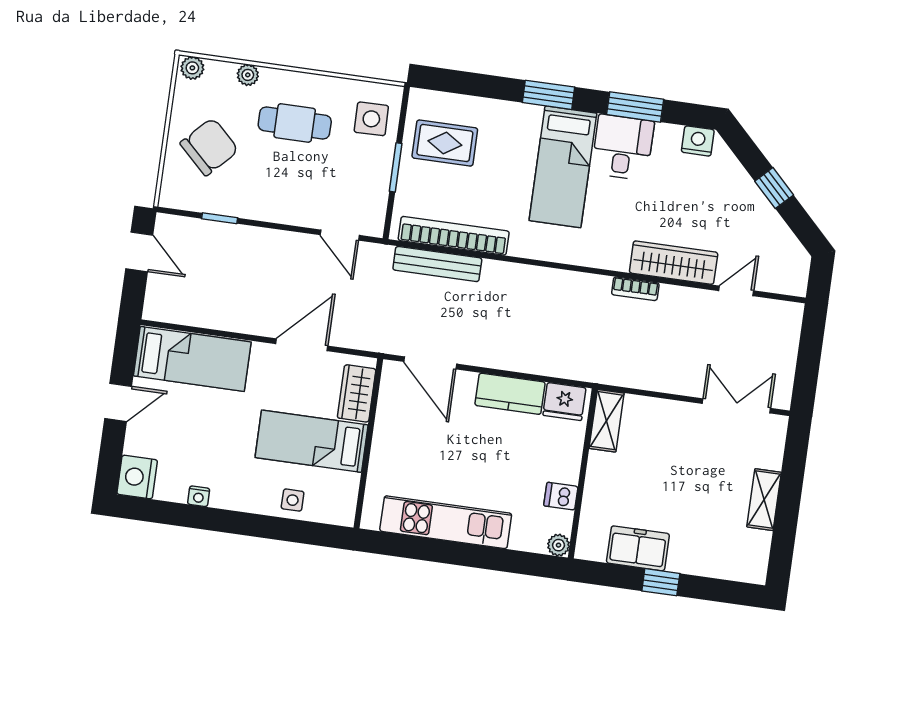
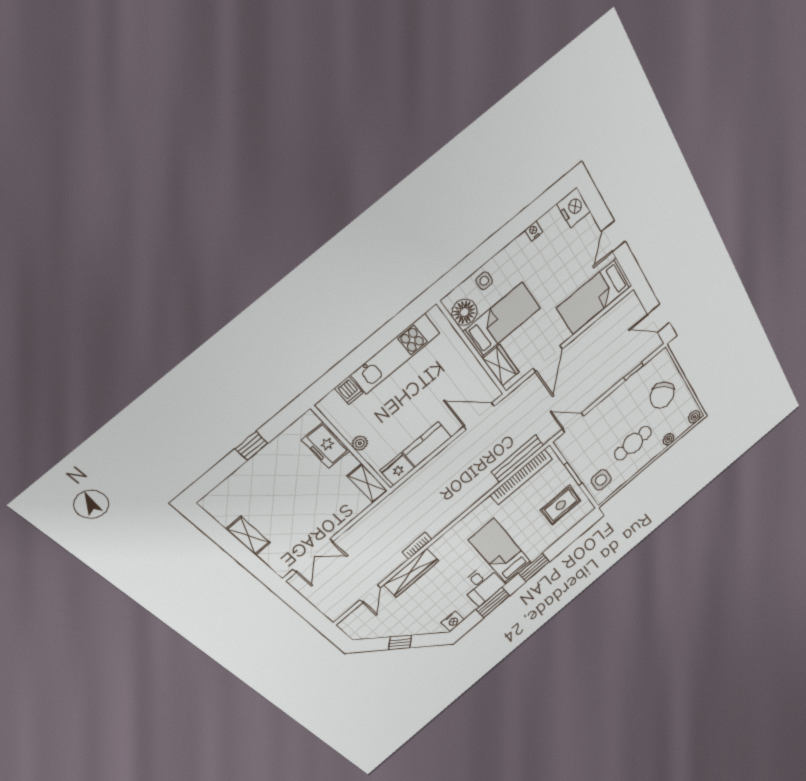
floor lamp: (341, 490) -> (464, 312), added
dishwasher: (561, 496) -> (349, 390), moved, turned 90
plant: (559, 545) -> (360, 443), moved
freezer: (638, 548) -> (326, 445), moved, turned 90

